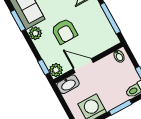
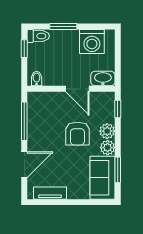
armchair: (64, 31) -> (77, 134), turned 180
plant: (56, 70) -> (107, 131), moved

